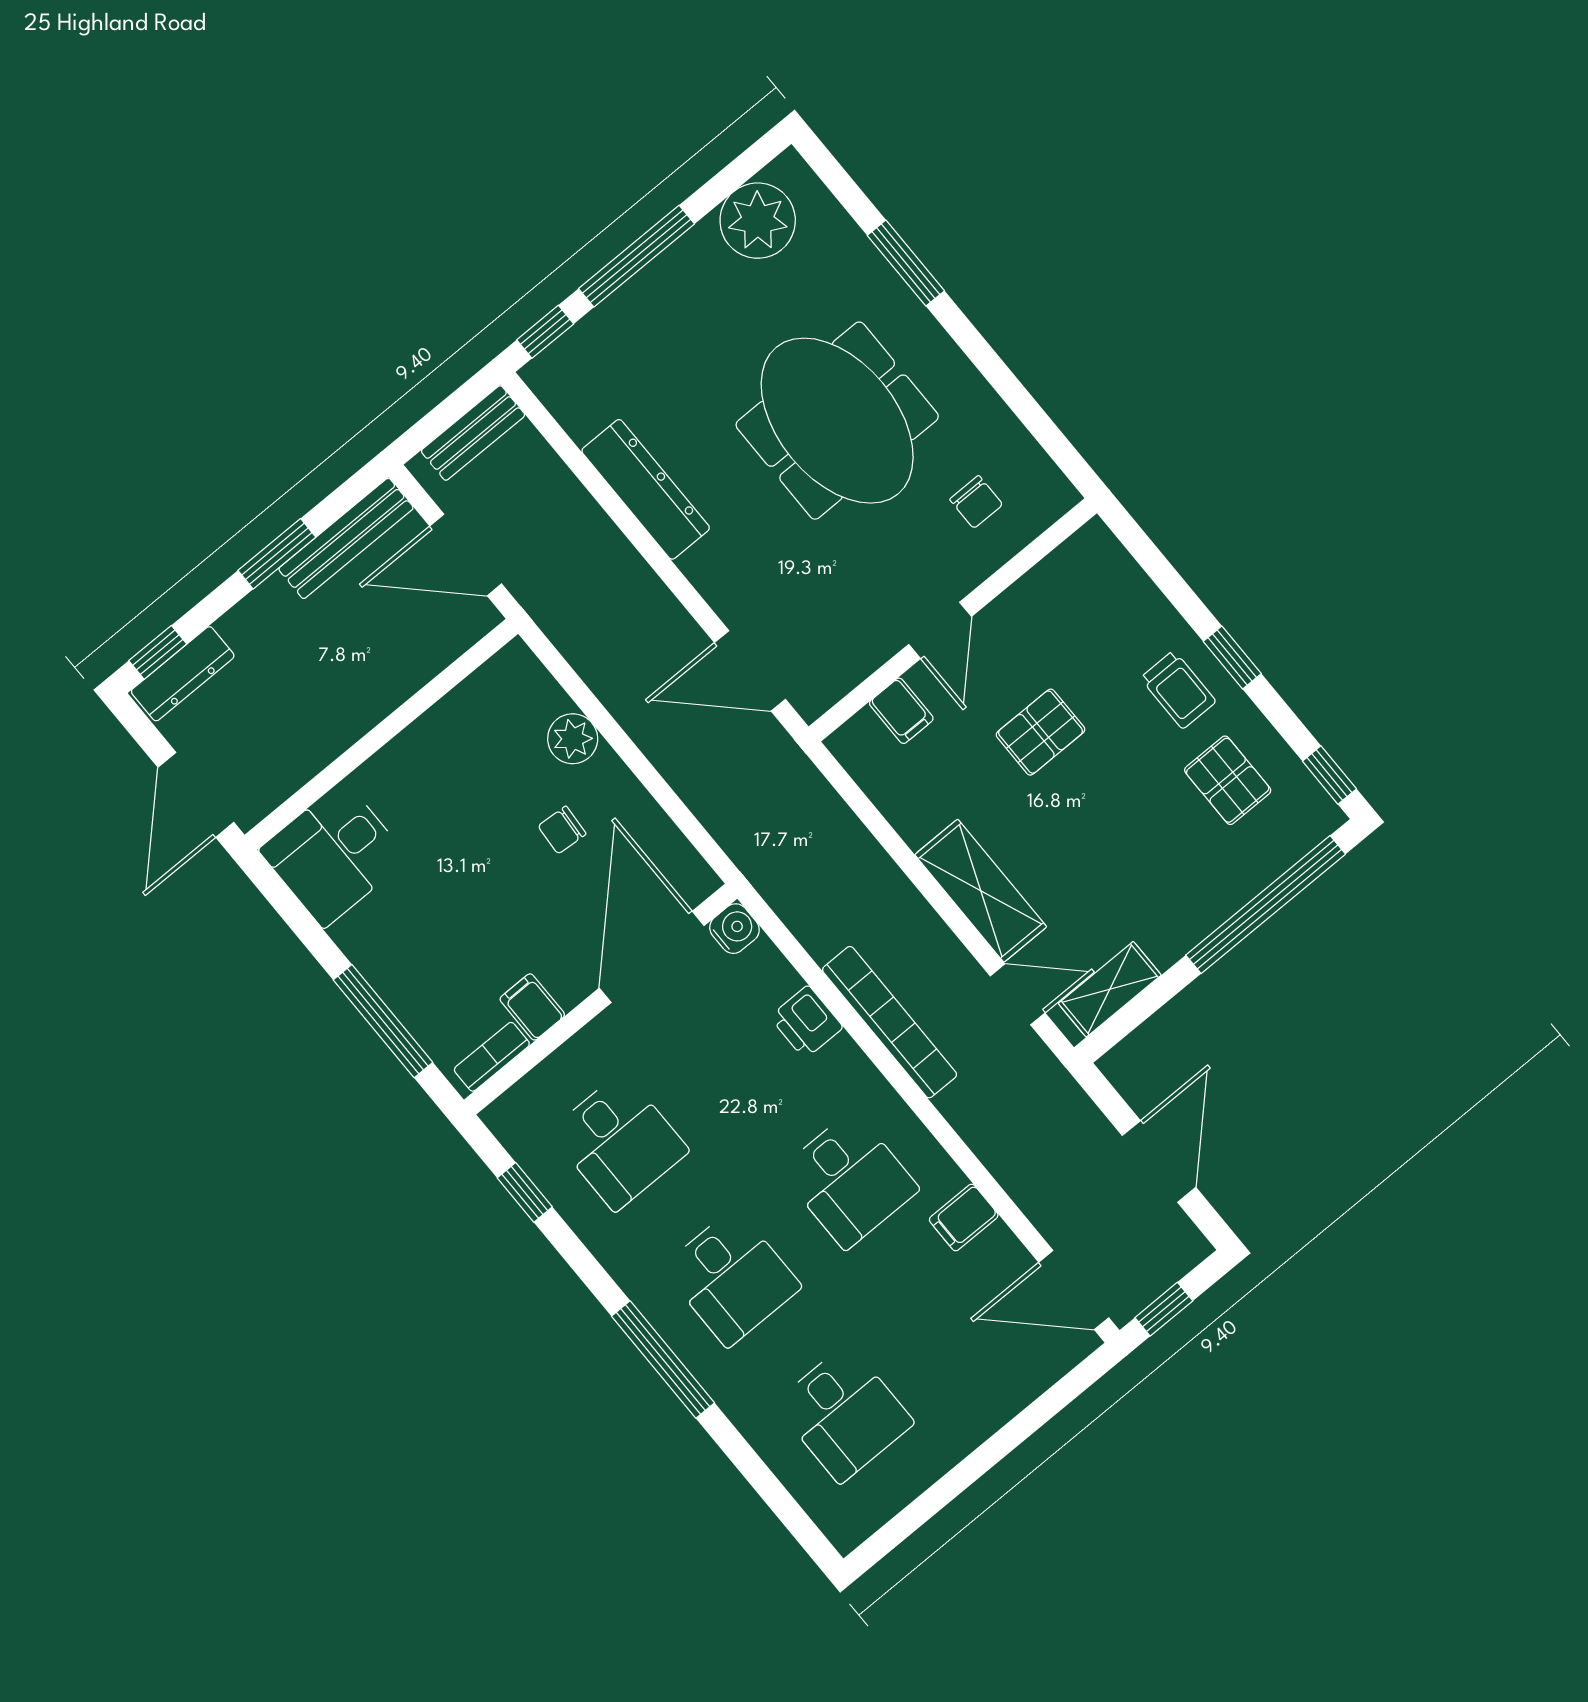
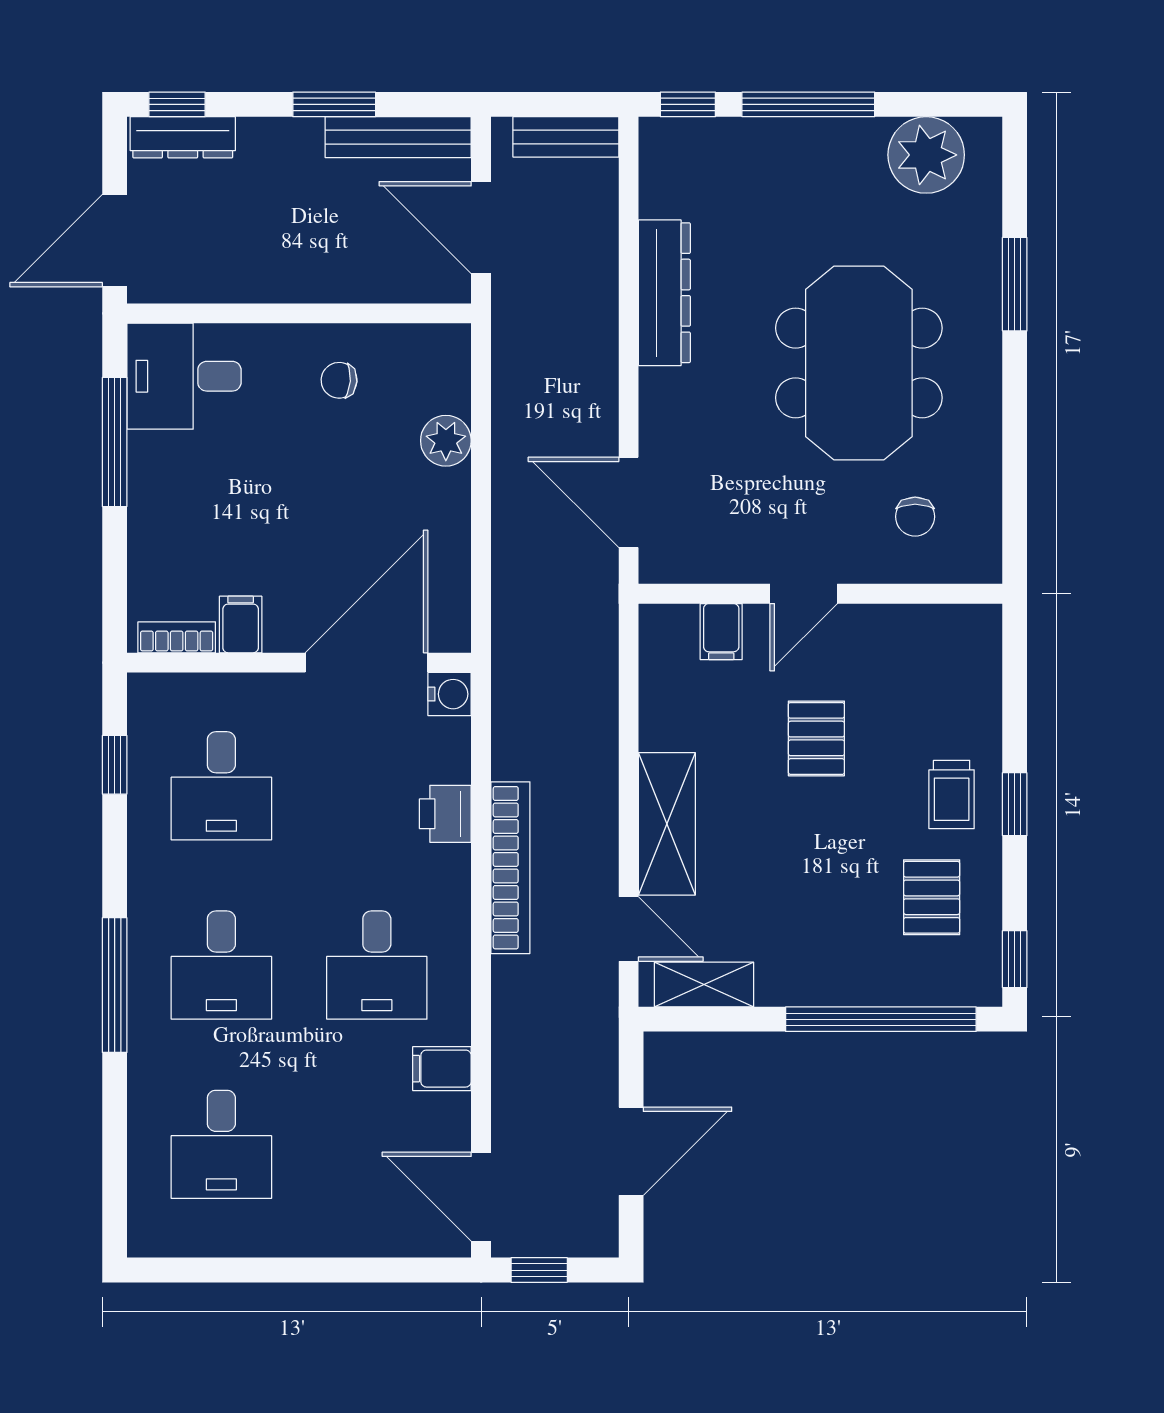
pallet: (1041, 732) -> (816, 738), turned 90
chair: (562, 830) -> (339, 380), moved
window: (383, 1021) -> (115, 442), moved

